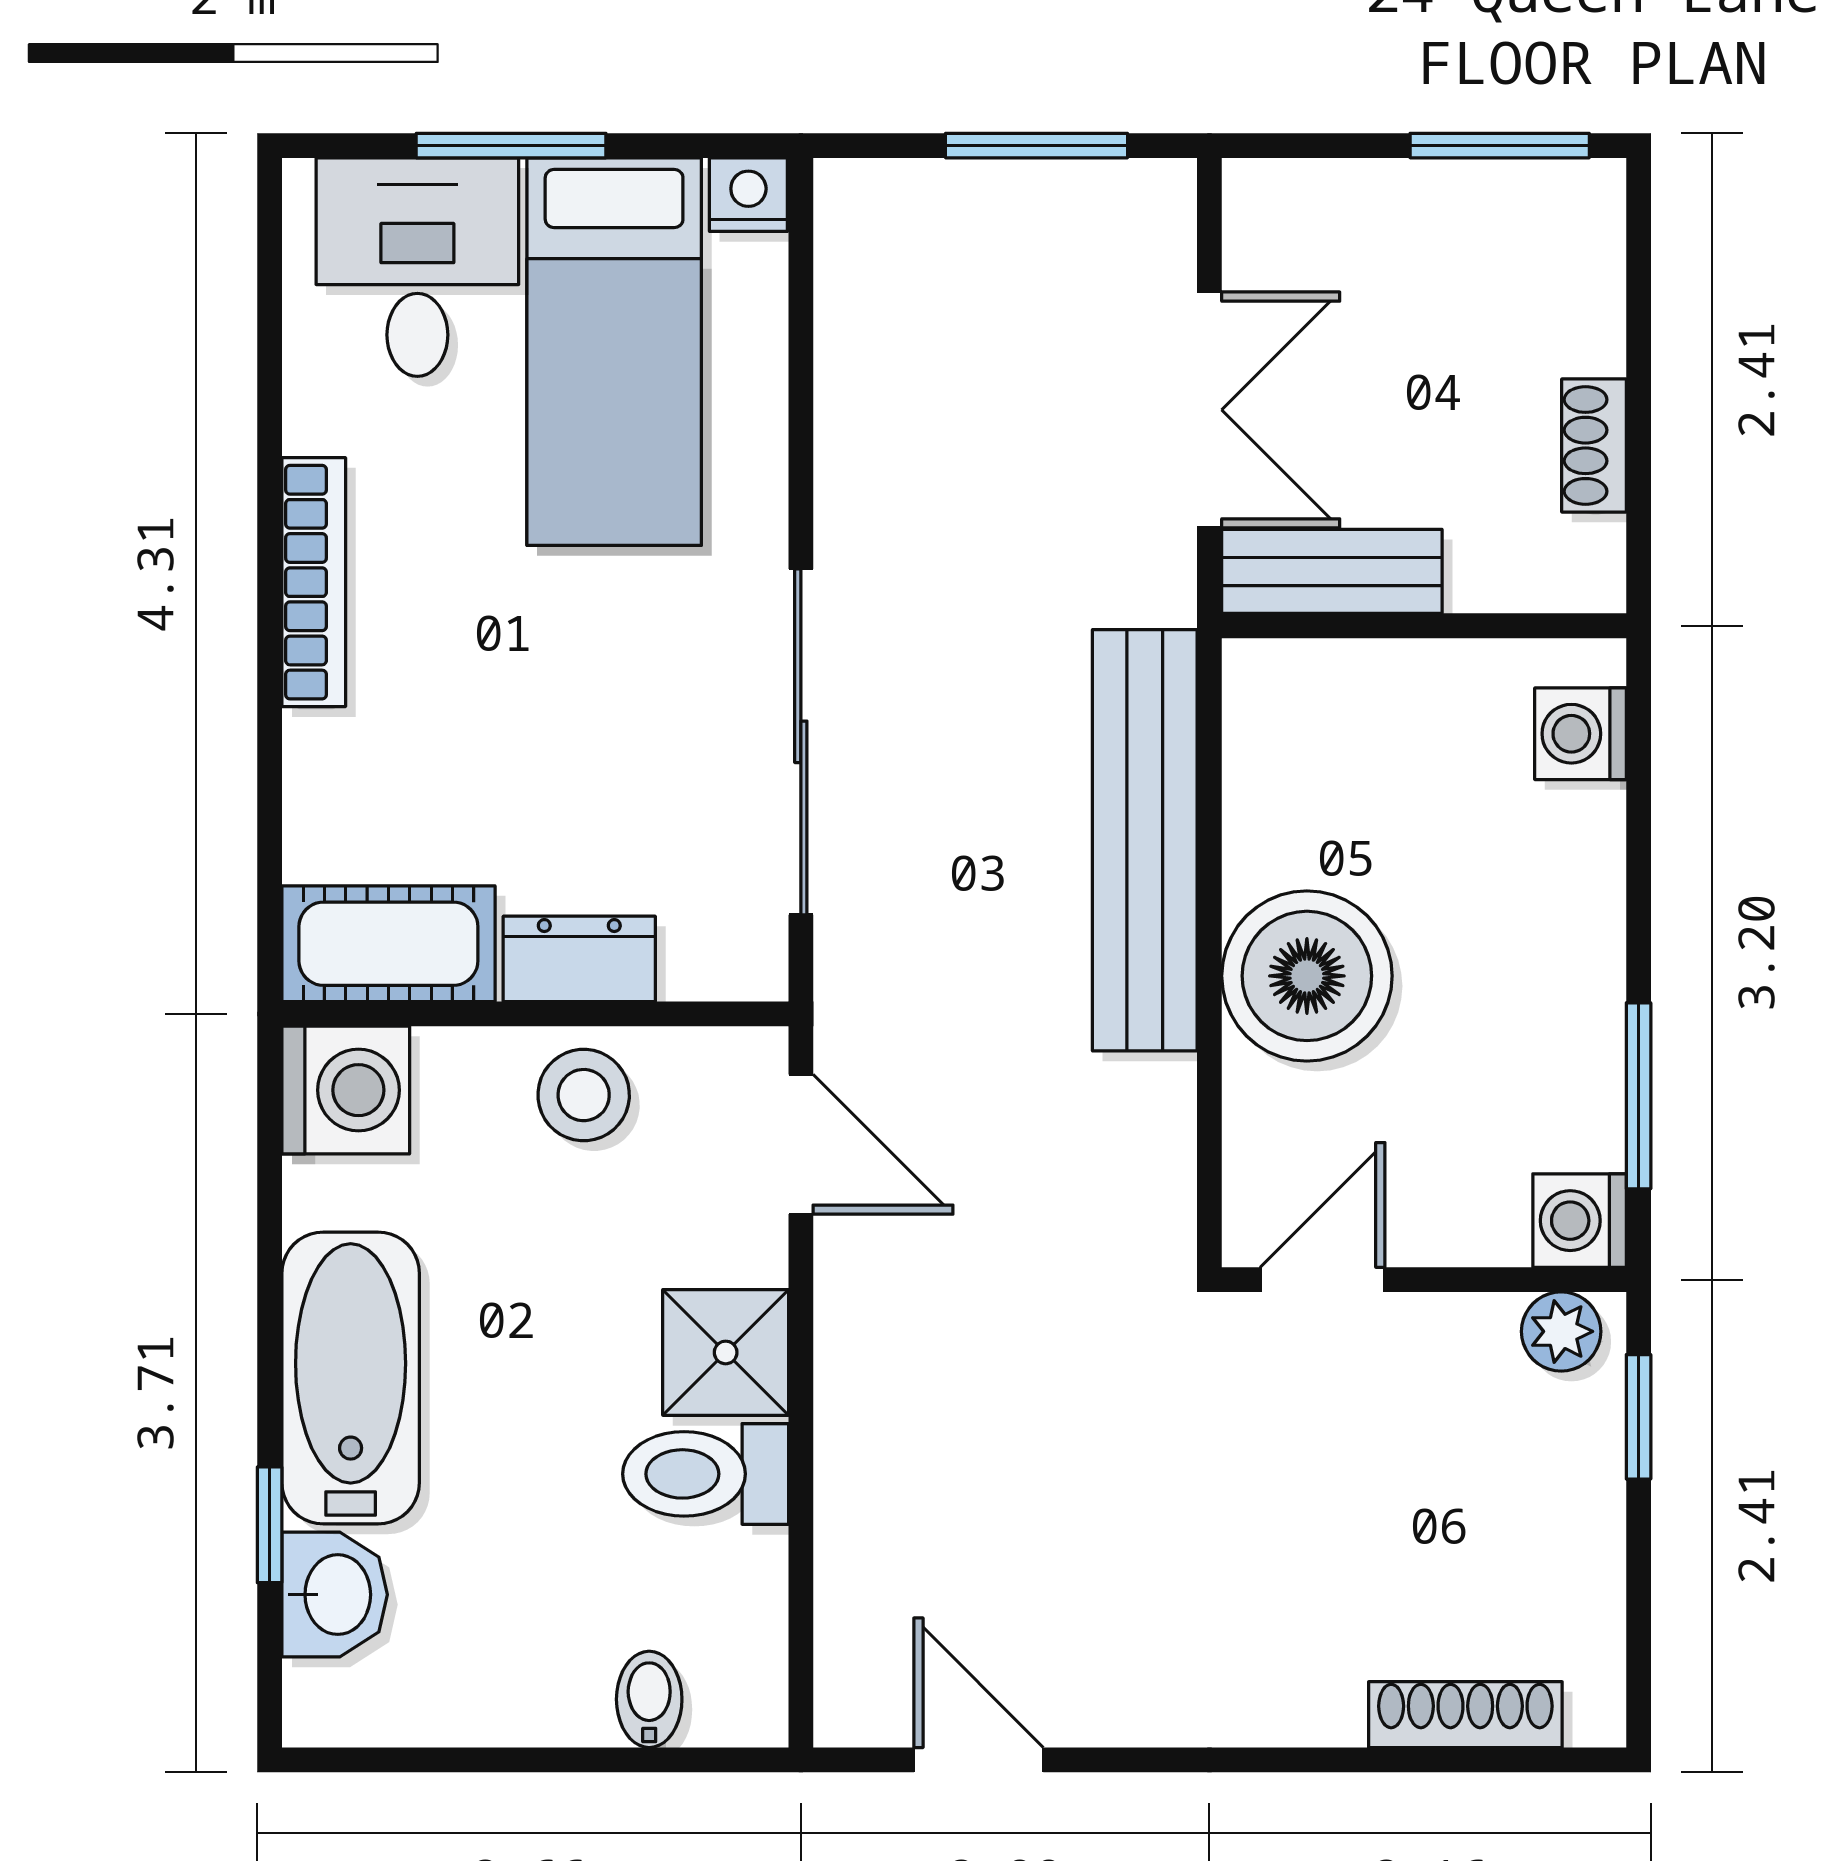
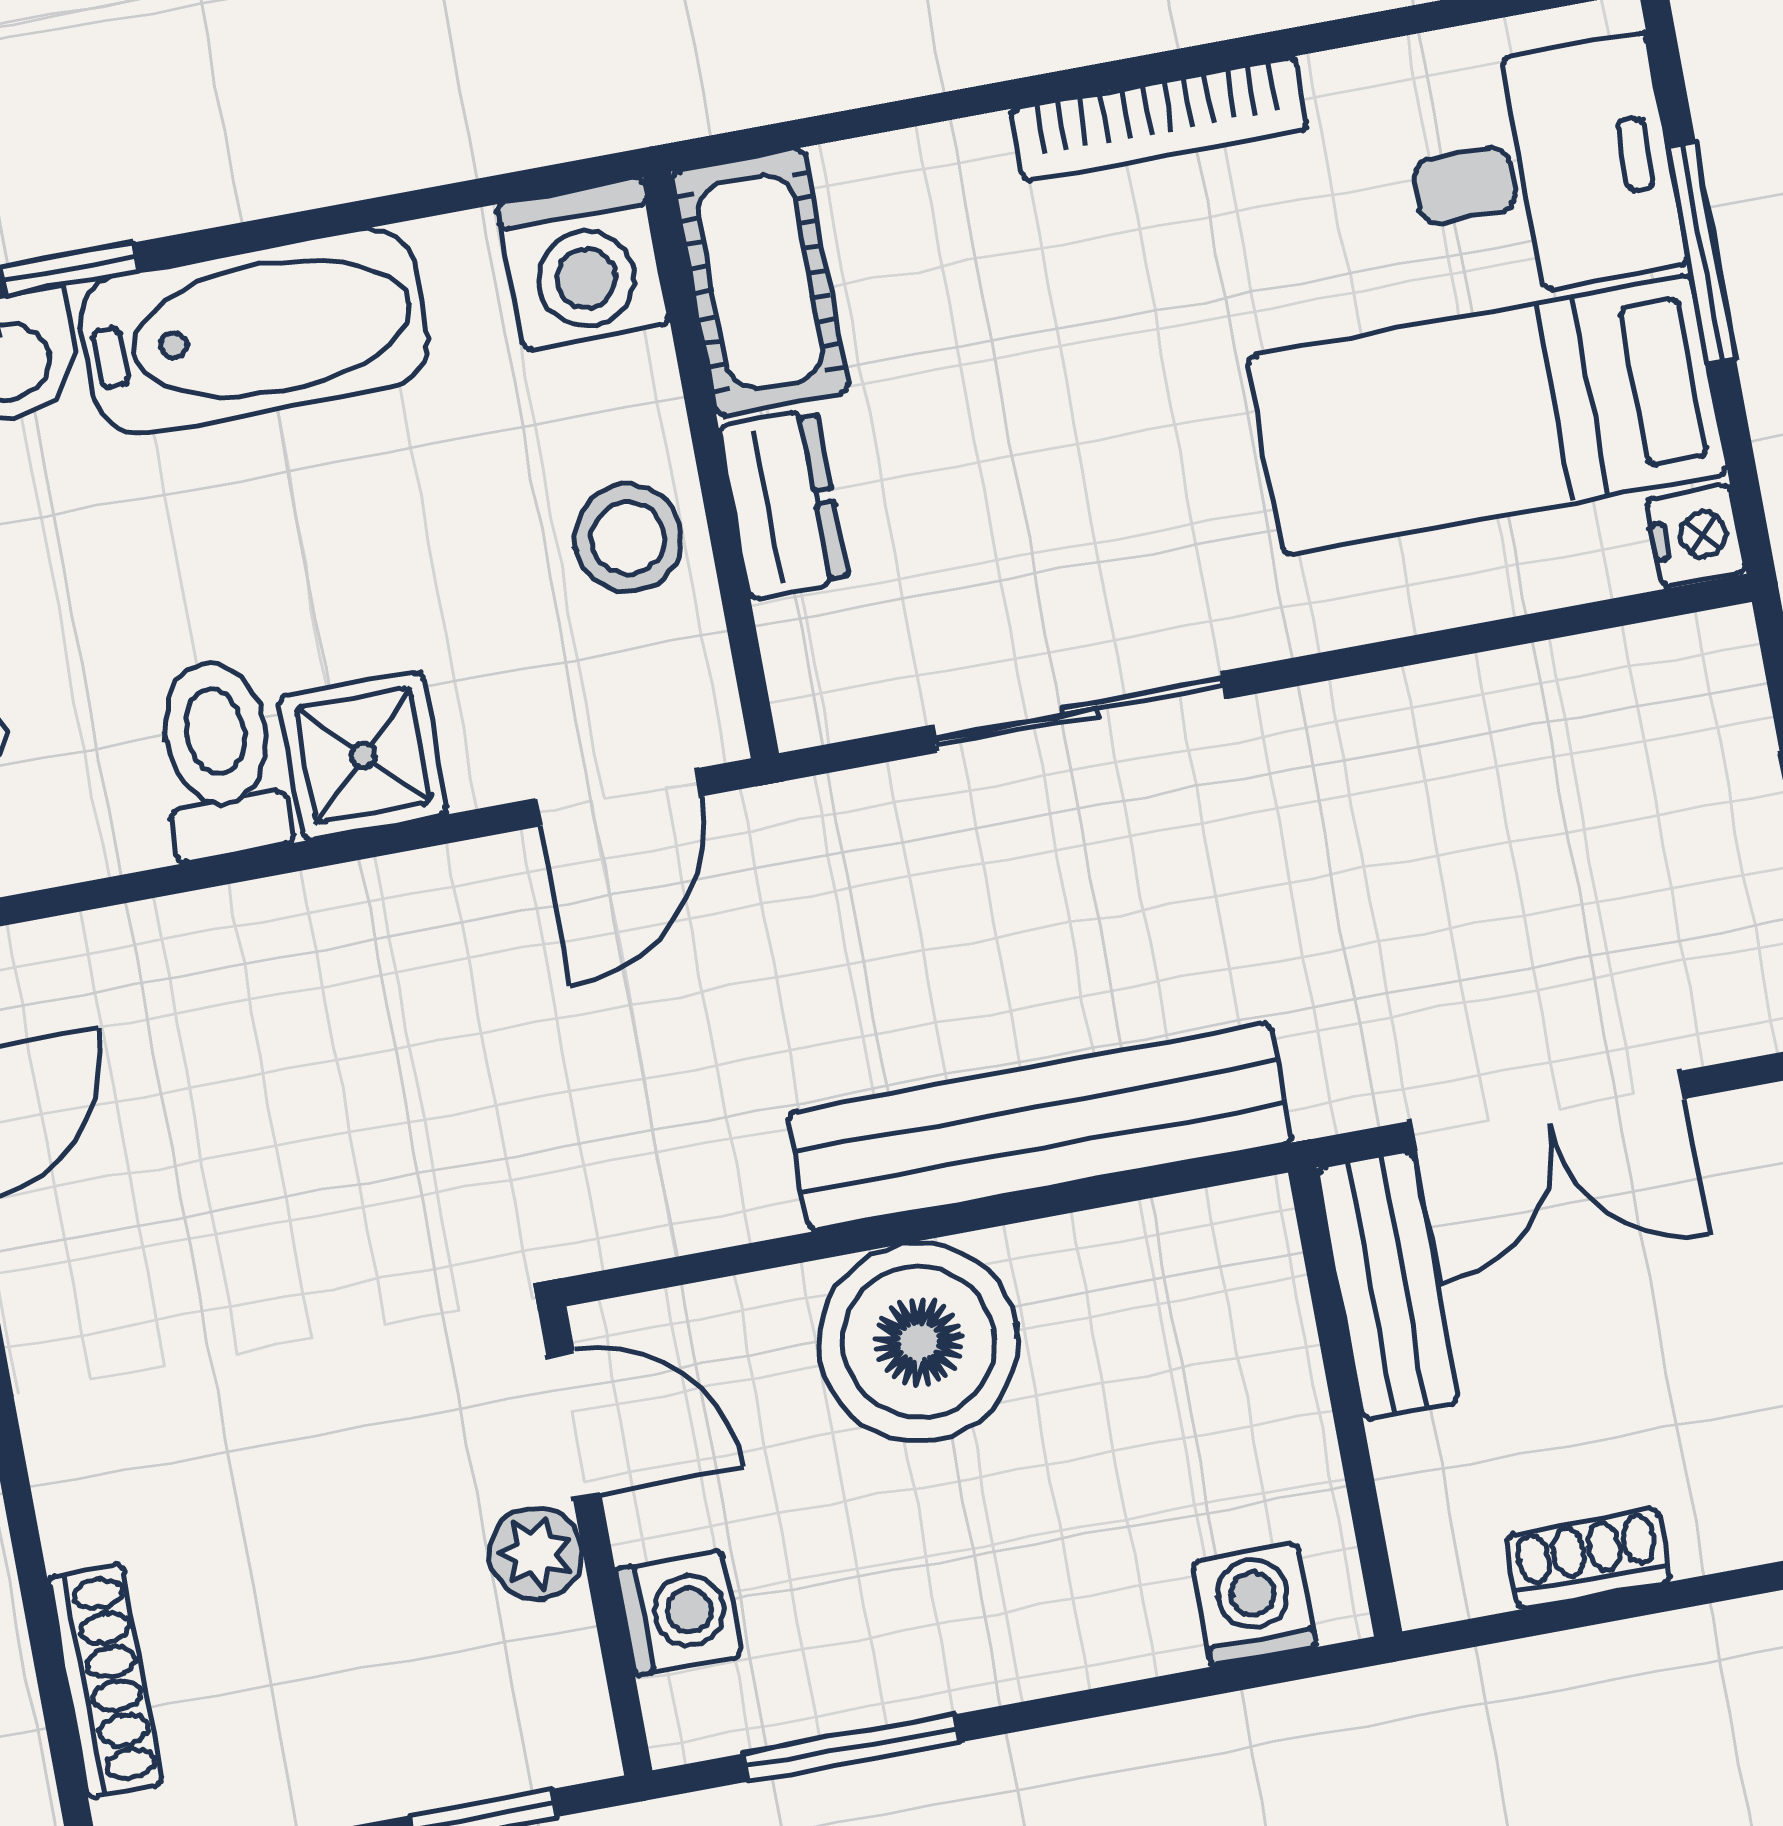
sliding door: (801, 742) -> (1080, 712), width x0.73
washing machine: (1580, 1221) -> (679, 1612), moved, turned 90
plant: (1561, 1331) -> (536, 1553), moved

